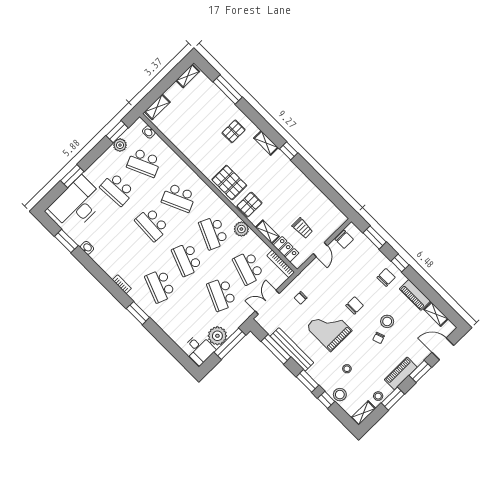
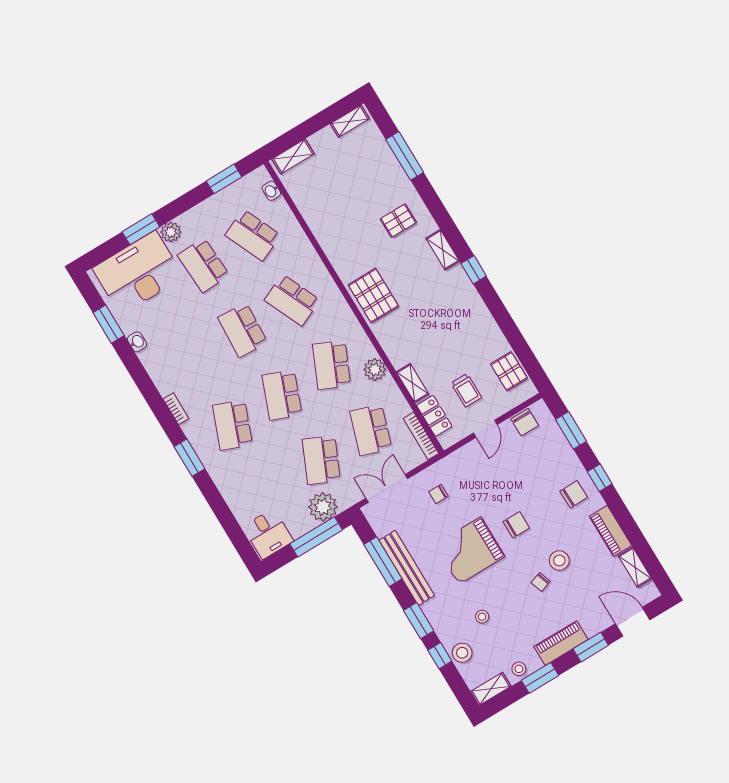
plant: (120, 145) -> (171, 232), moved
pallet: (249, 205) -> (509, 371), moved, turned 90
grand piano: (329, 329) -> (470, 551), turned -90
plant: (217, 336) -> (323, 507), moved

